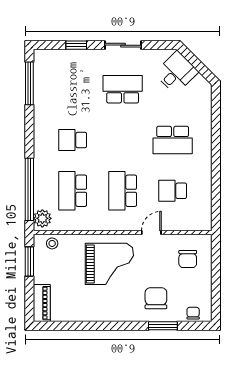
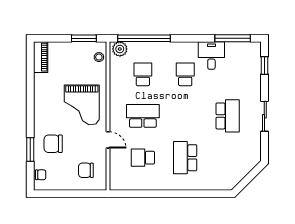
window: (76, 45) -> (264, 66), moved
desk: (176, 73) -> (211, 55), moved, turned -135
school desk: (73, 191) -> (143, 74), width x0.54
school desk: (173, 191) -> (143, 158), turned -90
chair: (156, 298) -> (53, 144), turned 180
piano: (42, 303) -> (41, 57), moved, turned -90

